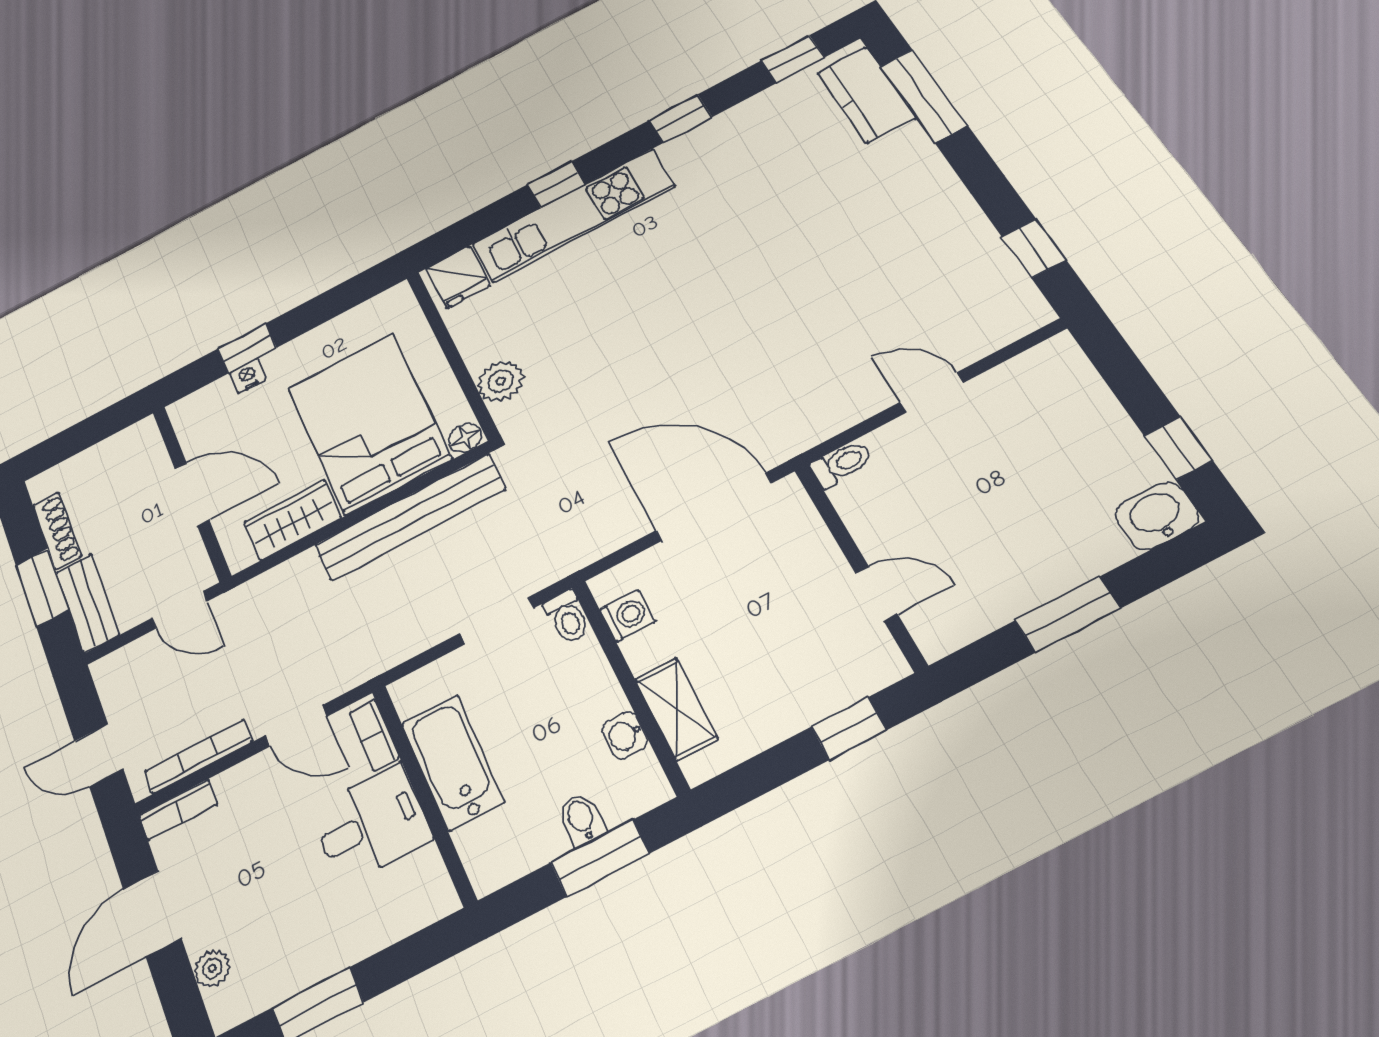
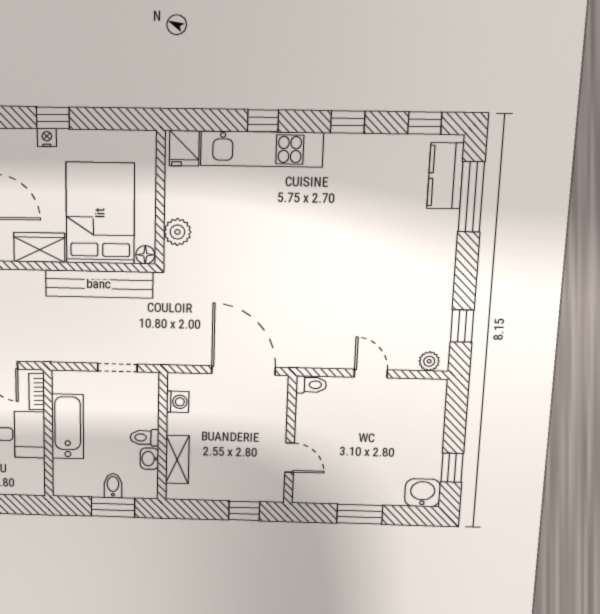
plant: (1017, 322) -> (429, 361), added
toilet: (567, 617) -> (145, 438), moved, turned 90

